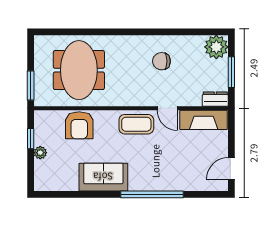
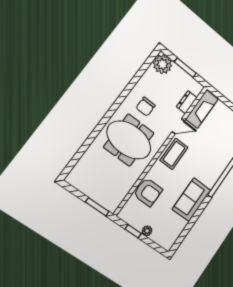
meeting table: (79, 70) -> (129, 140), moved
dresser: (215, 99) -> (187, 102), moved

